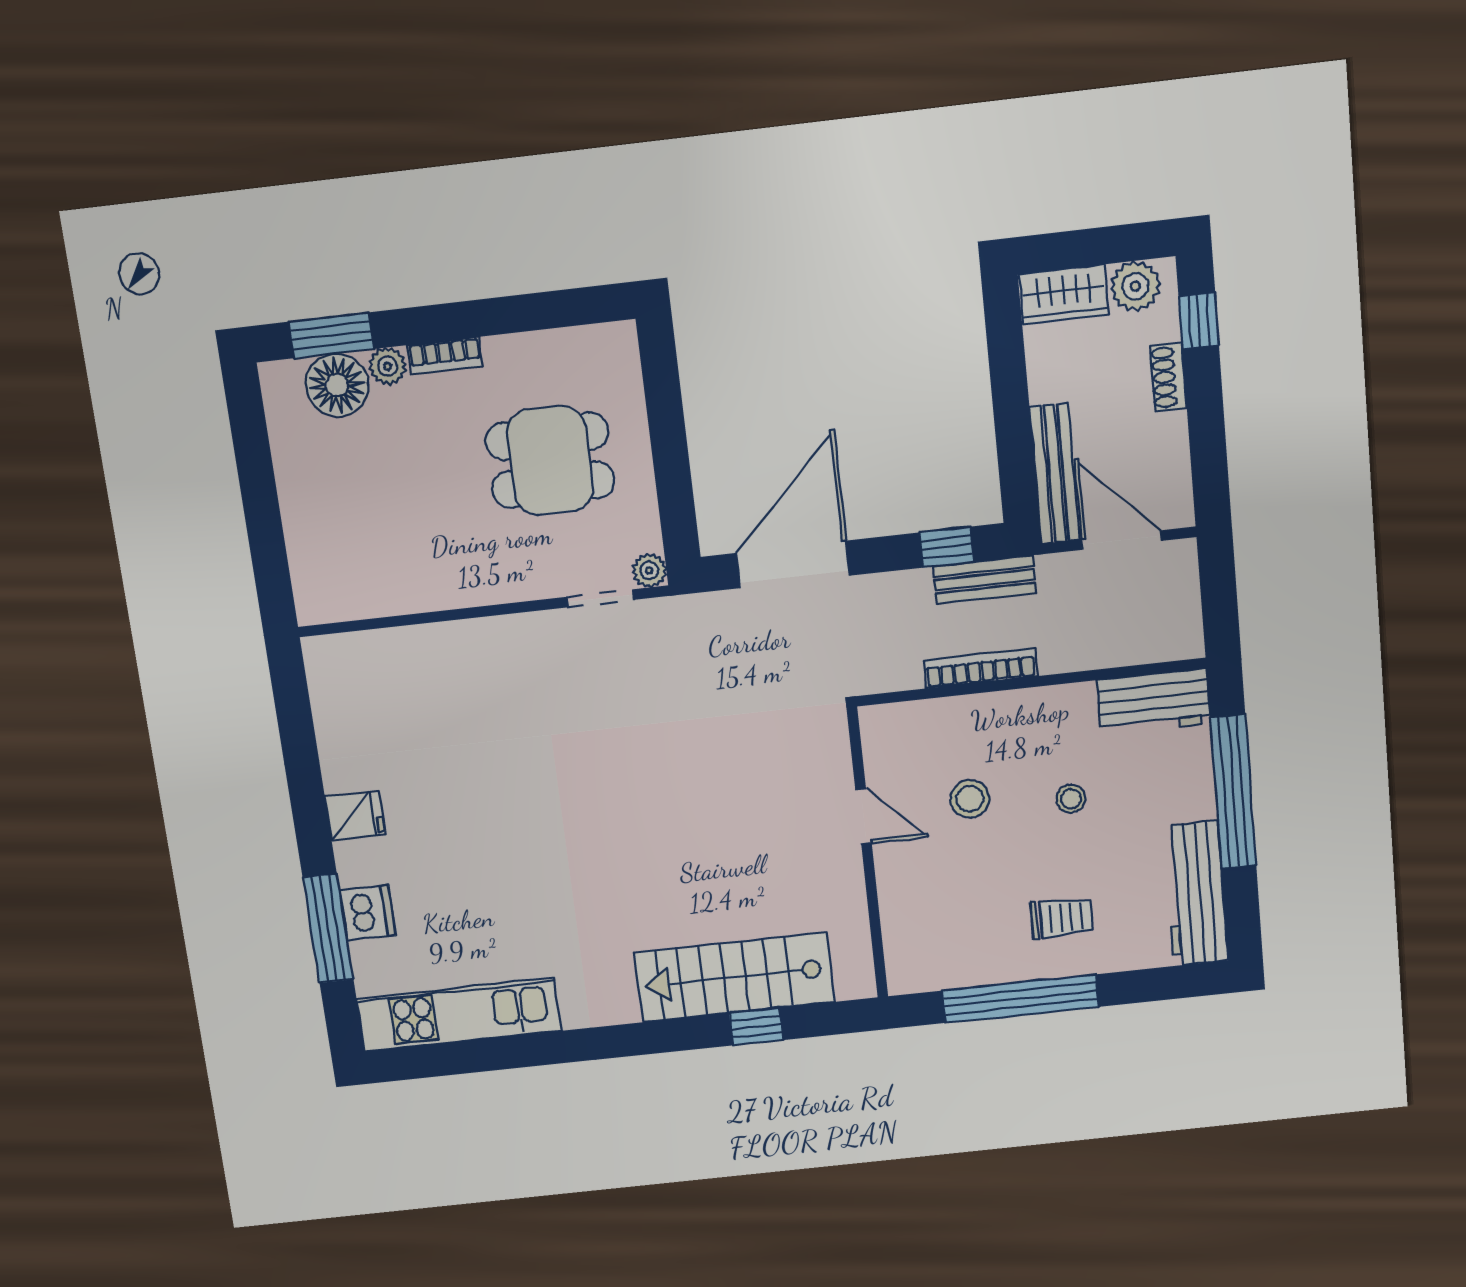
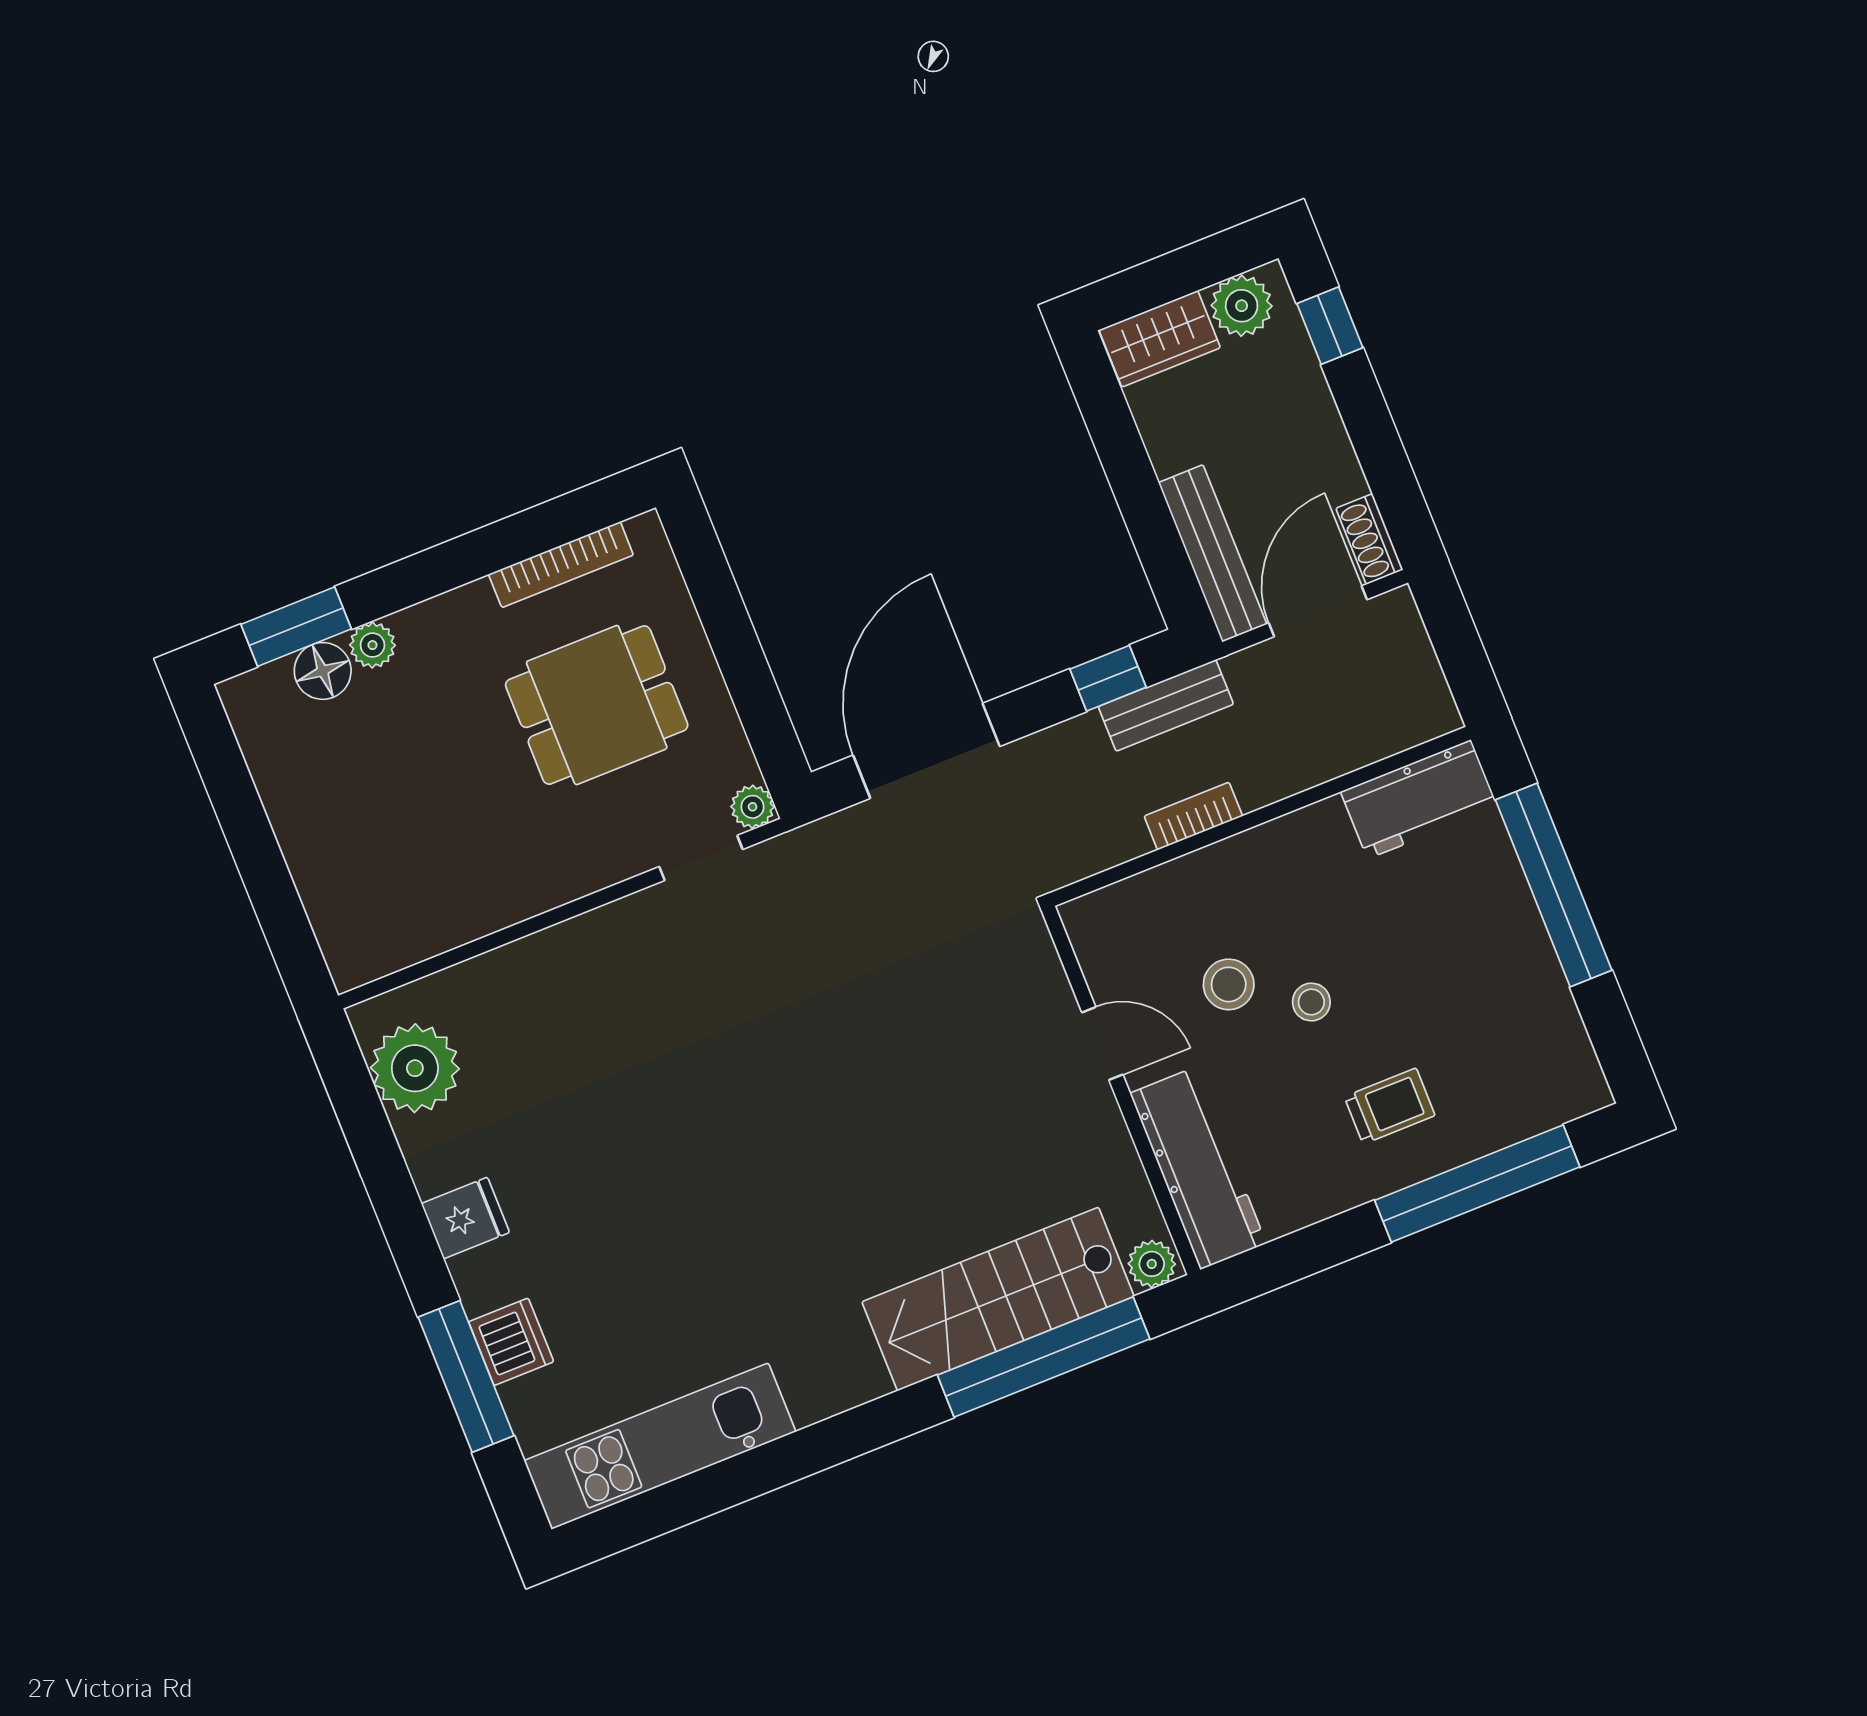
bookcase: (445, 356) -> (561, 565), moved, width x1.56
shoe rack: (1168, 377) -> (1369, 539), moved
floor lamp: (337, 385) -> (323, 671), width x0.73, depth x0.73
door: (1121, 540) -> (1318, 611), hinge flipped
bookcase: (981, 668) -> (1193, 816), width x0.64
plant: (344, 696) -> (415, 1068), added
stool: (1071, 799) -> (1311, 1002), moved
workbench: (1196, 894) -> (1198, 1168), moved, turned 180
plant: (854, 983) -> (1152, 1264), added
window: (1020, 999) -> (1477, 1184), moved
window: (756, 1027) -> (1044, 1357), width x3.17

